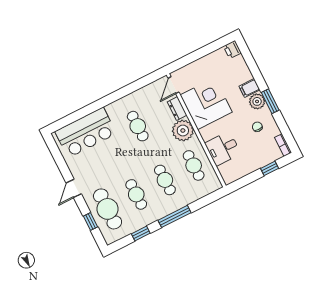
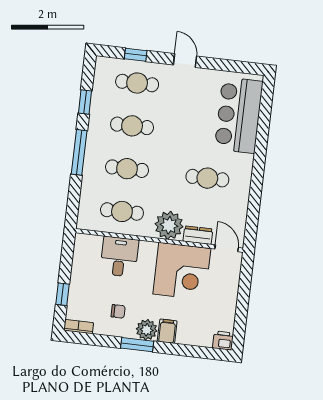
cafe table: (108, 209) -> (137, 83), width x0.73, depth x0.74

